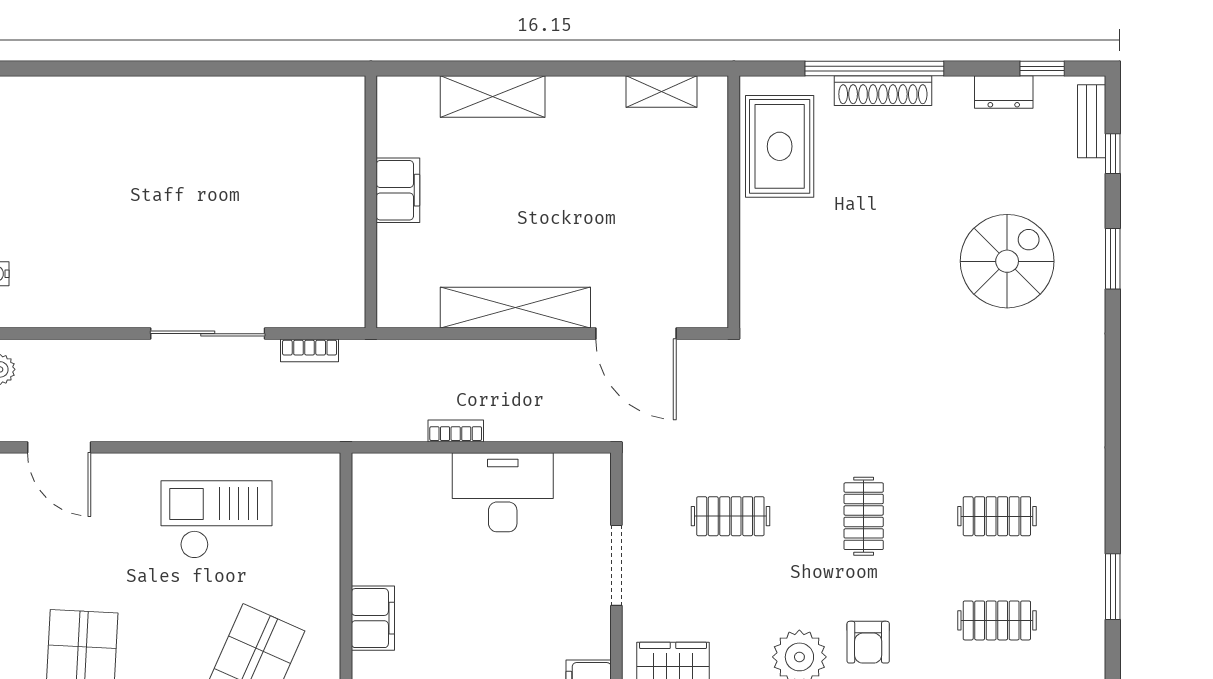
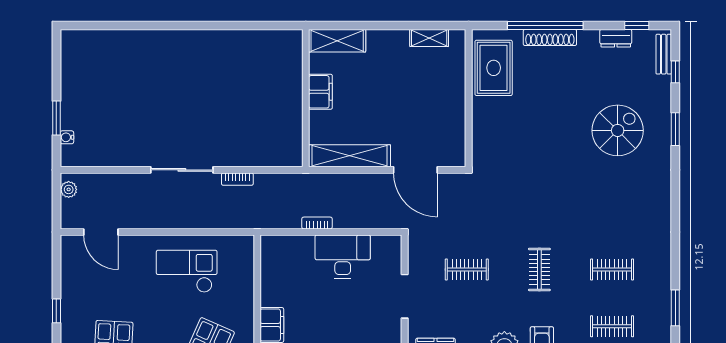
filing cabinet: (398, 190) -> (320, 92), moved
wall: (371, 202) -> (306, 98), moved

